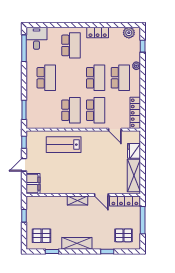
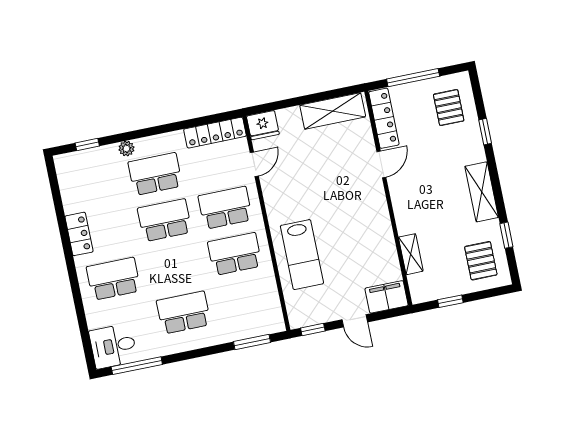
plant: (129, 33) -> (68, 175), removed
fridge: (134, 151) -> (263, 125), moved
shelving: (77, 200) -> (411, 254), moved

